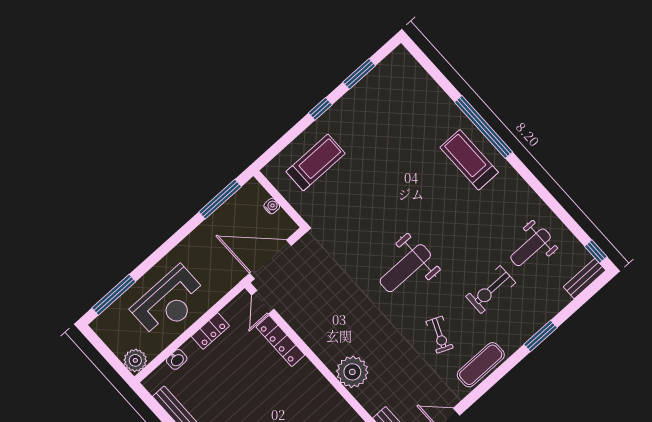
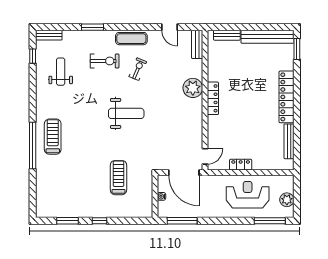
treadmill: (469, 160) -> (53, 137), turned 180
treadmill: (316, 162) -> (118, 178), moved, turned 90
weight bench: (531, 247) -> (61, 72), turned -90
window: (596, 251) -> (33, 56), moved
exercise bike: (491, 290) -> (105, 61), moved
locker: (280, 341) -> (213, 98), moved
washbasin: (177, 359) -> (268, 166), removed
plant: (135, 360) -> (287, 200), moved

